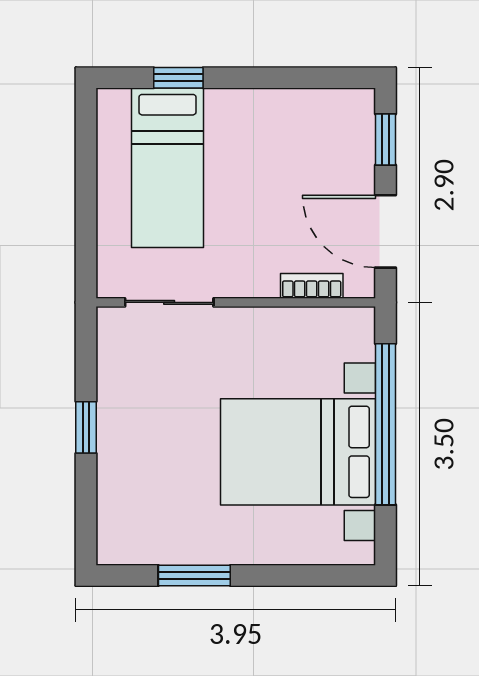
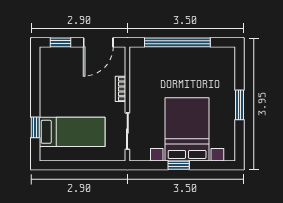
bookcase: (312, 286) -> (121, 89), moved
bed with nightstands: (298, 452) -> (187, 129), moved, turned 180
window: (194, 576) -> (239, 105), moved

